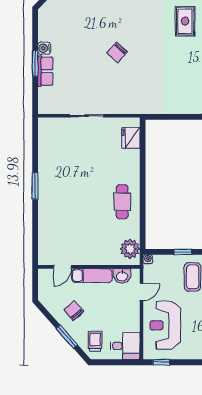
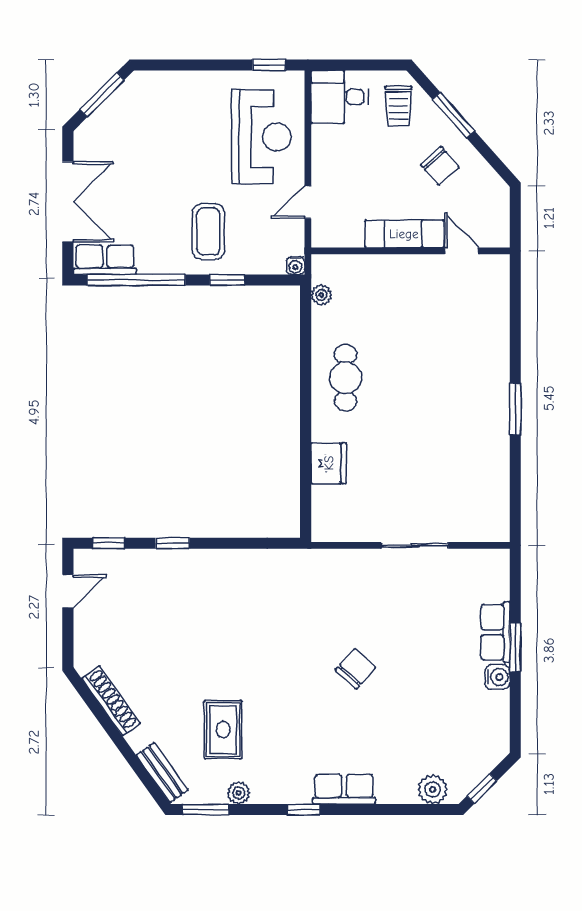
fridge: (131, 138) -> (329, 463), moved
plant: (130, 249) -> (321, 295), width x0.53, depth x0.53
door: (62, 267) -> (462, 251), hinge flipped
washbasin: (122, 276) -> (346, 233), removed

